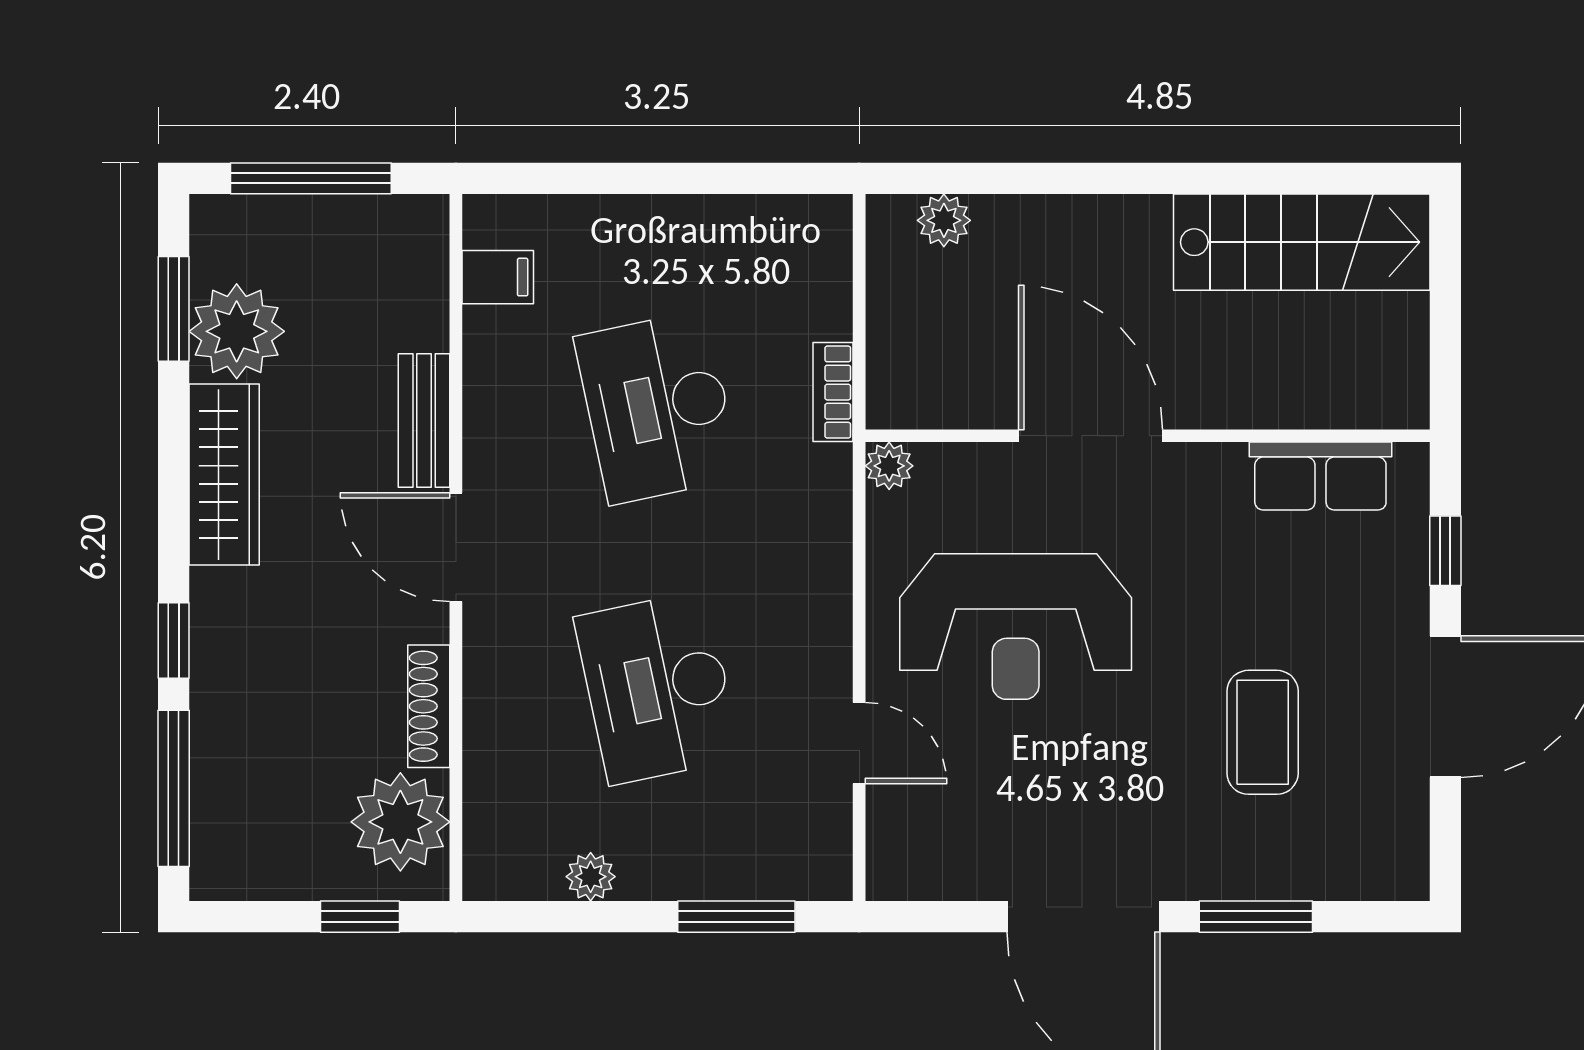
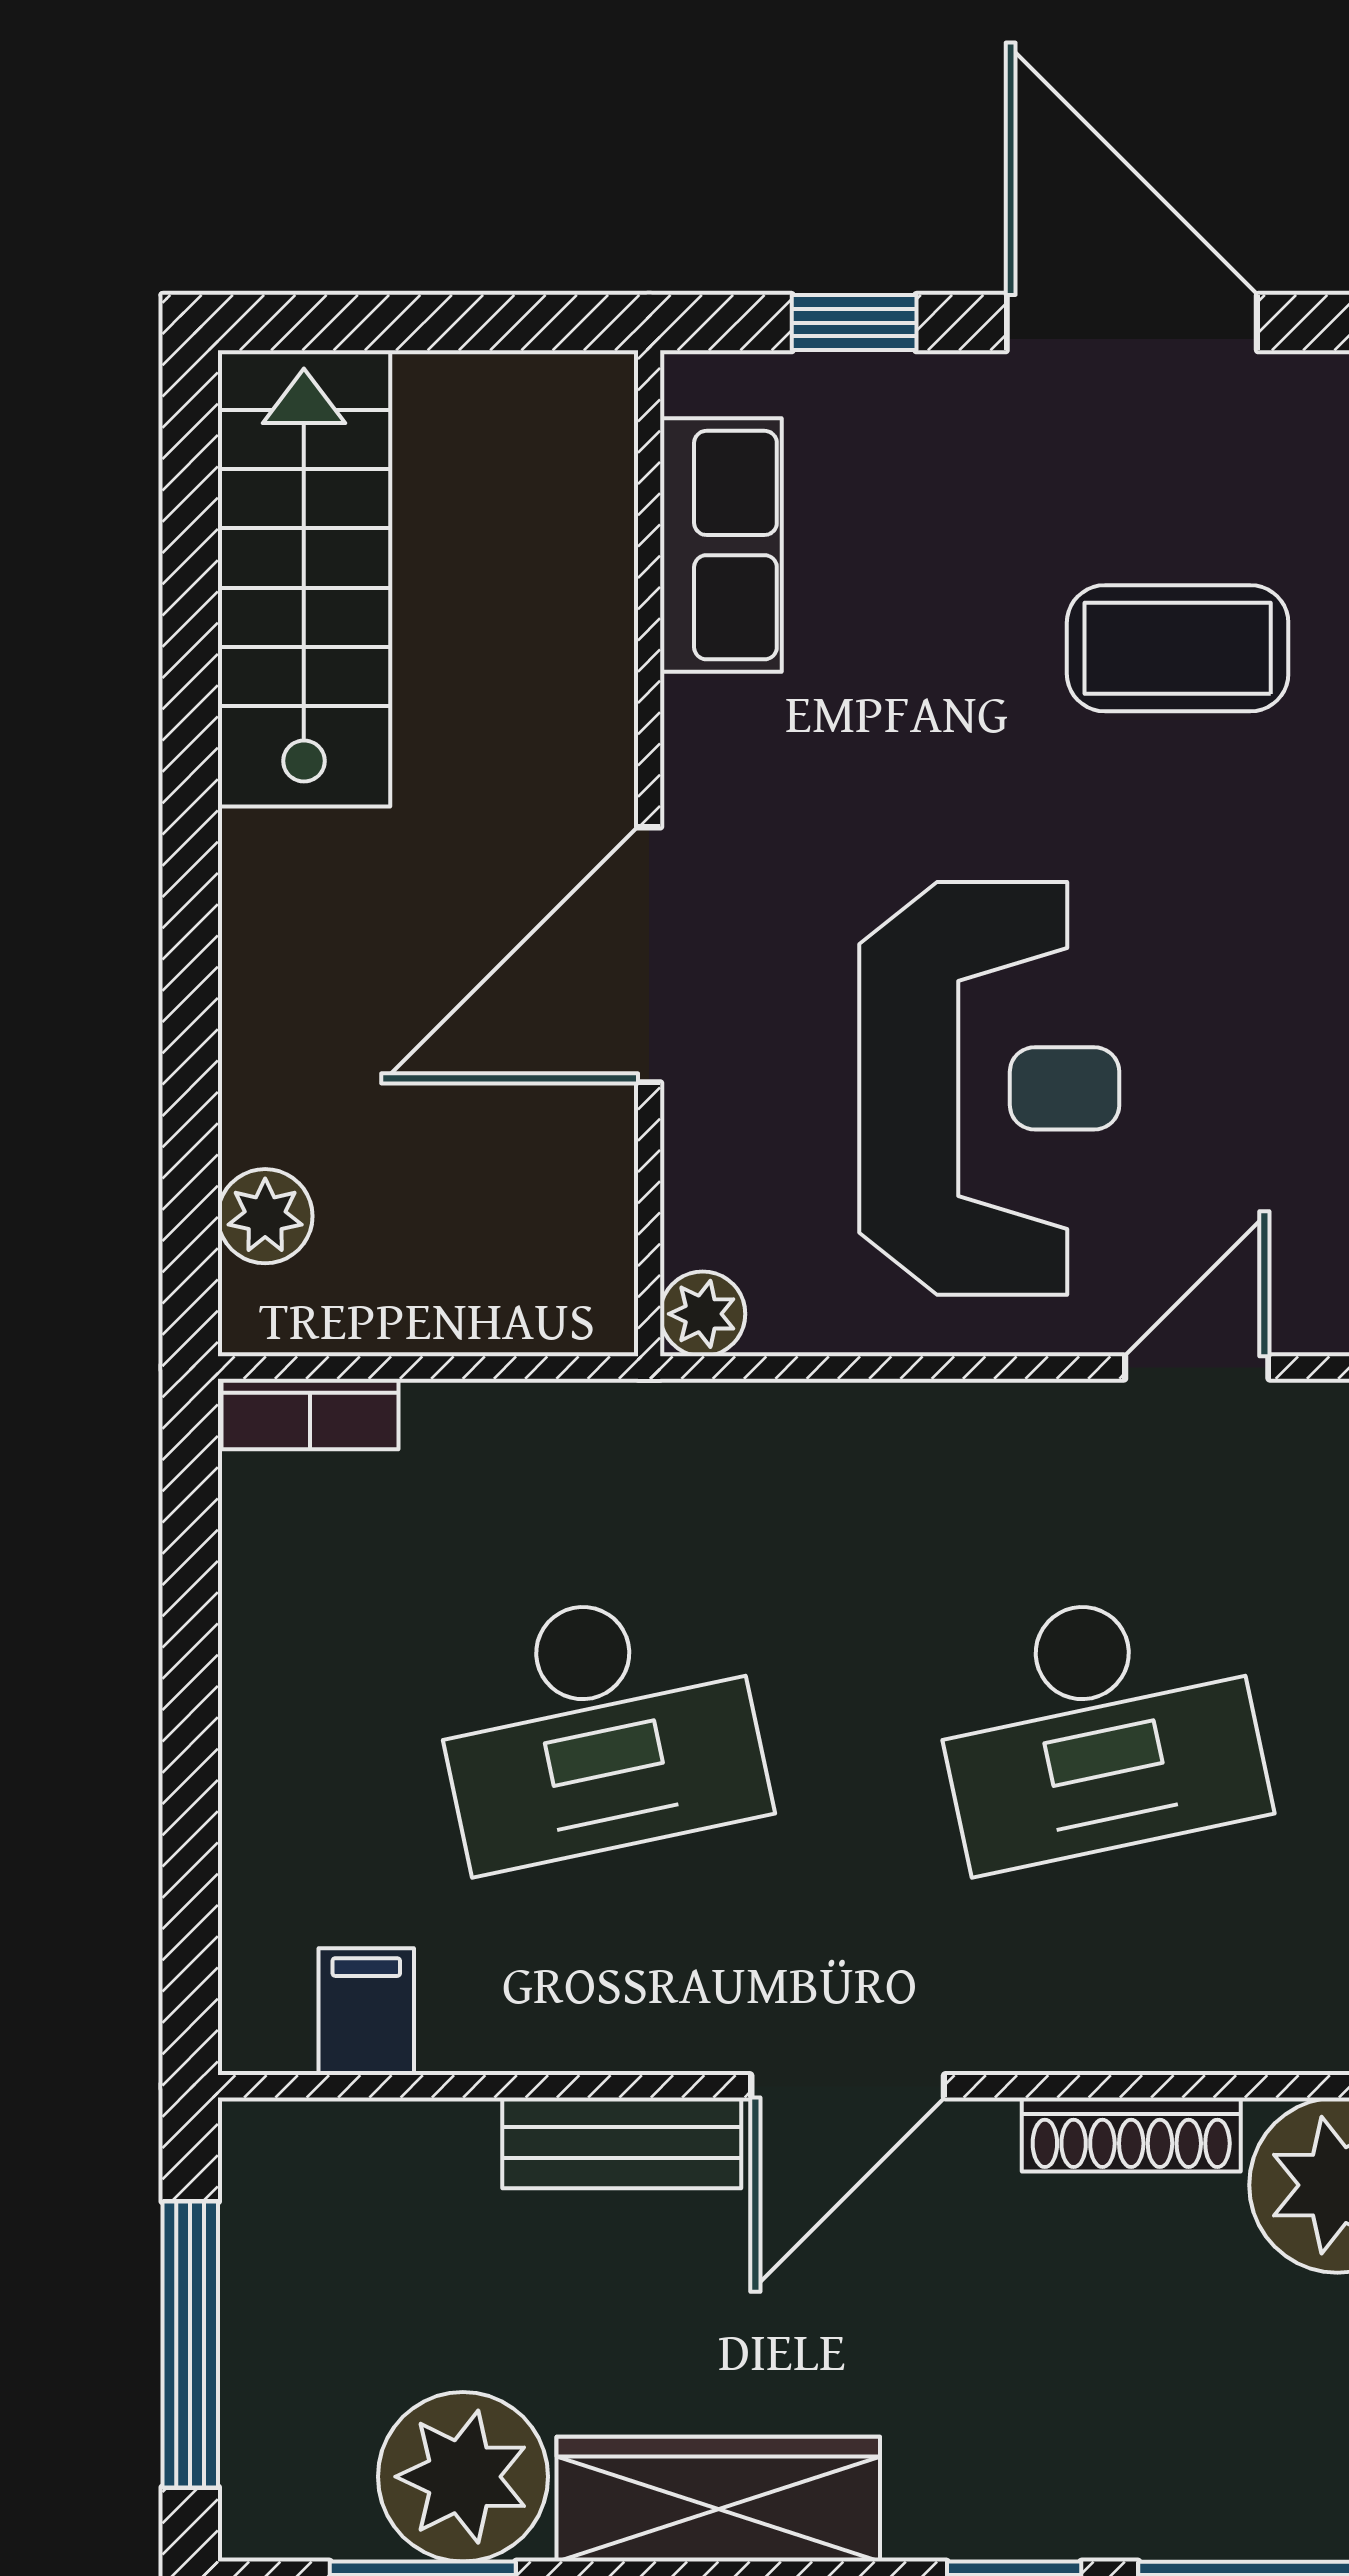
bookcase: (833, 392) -> (310, 1414), moved

